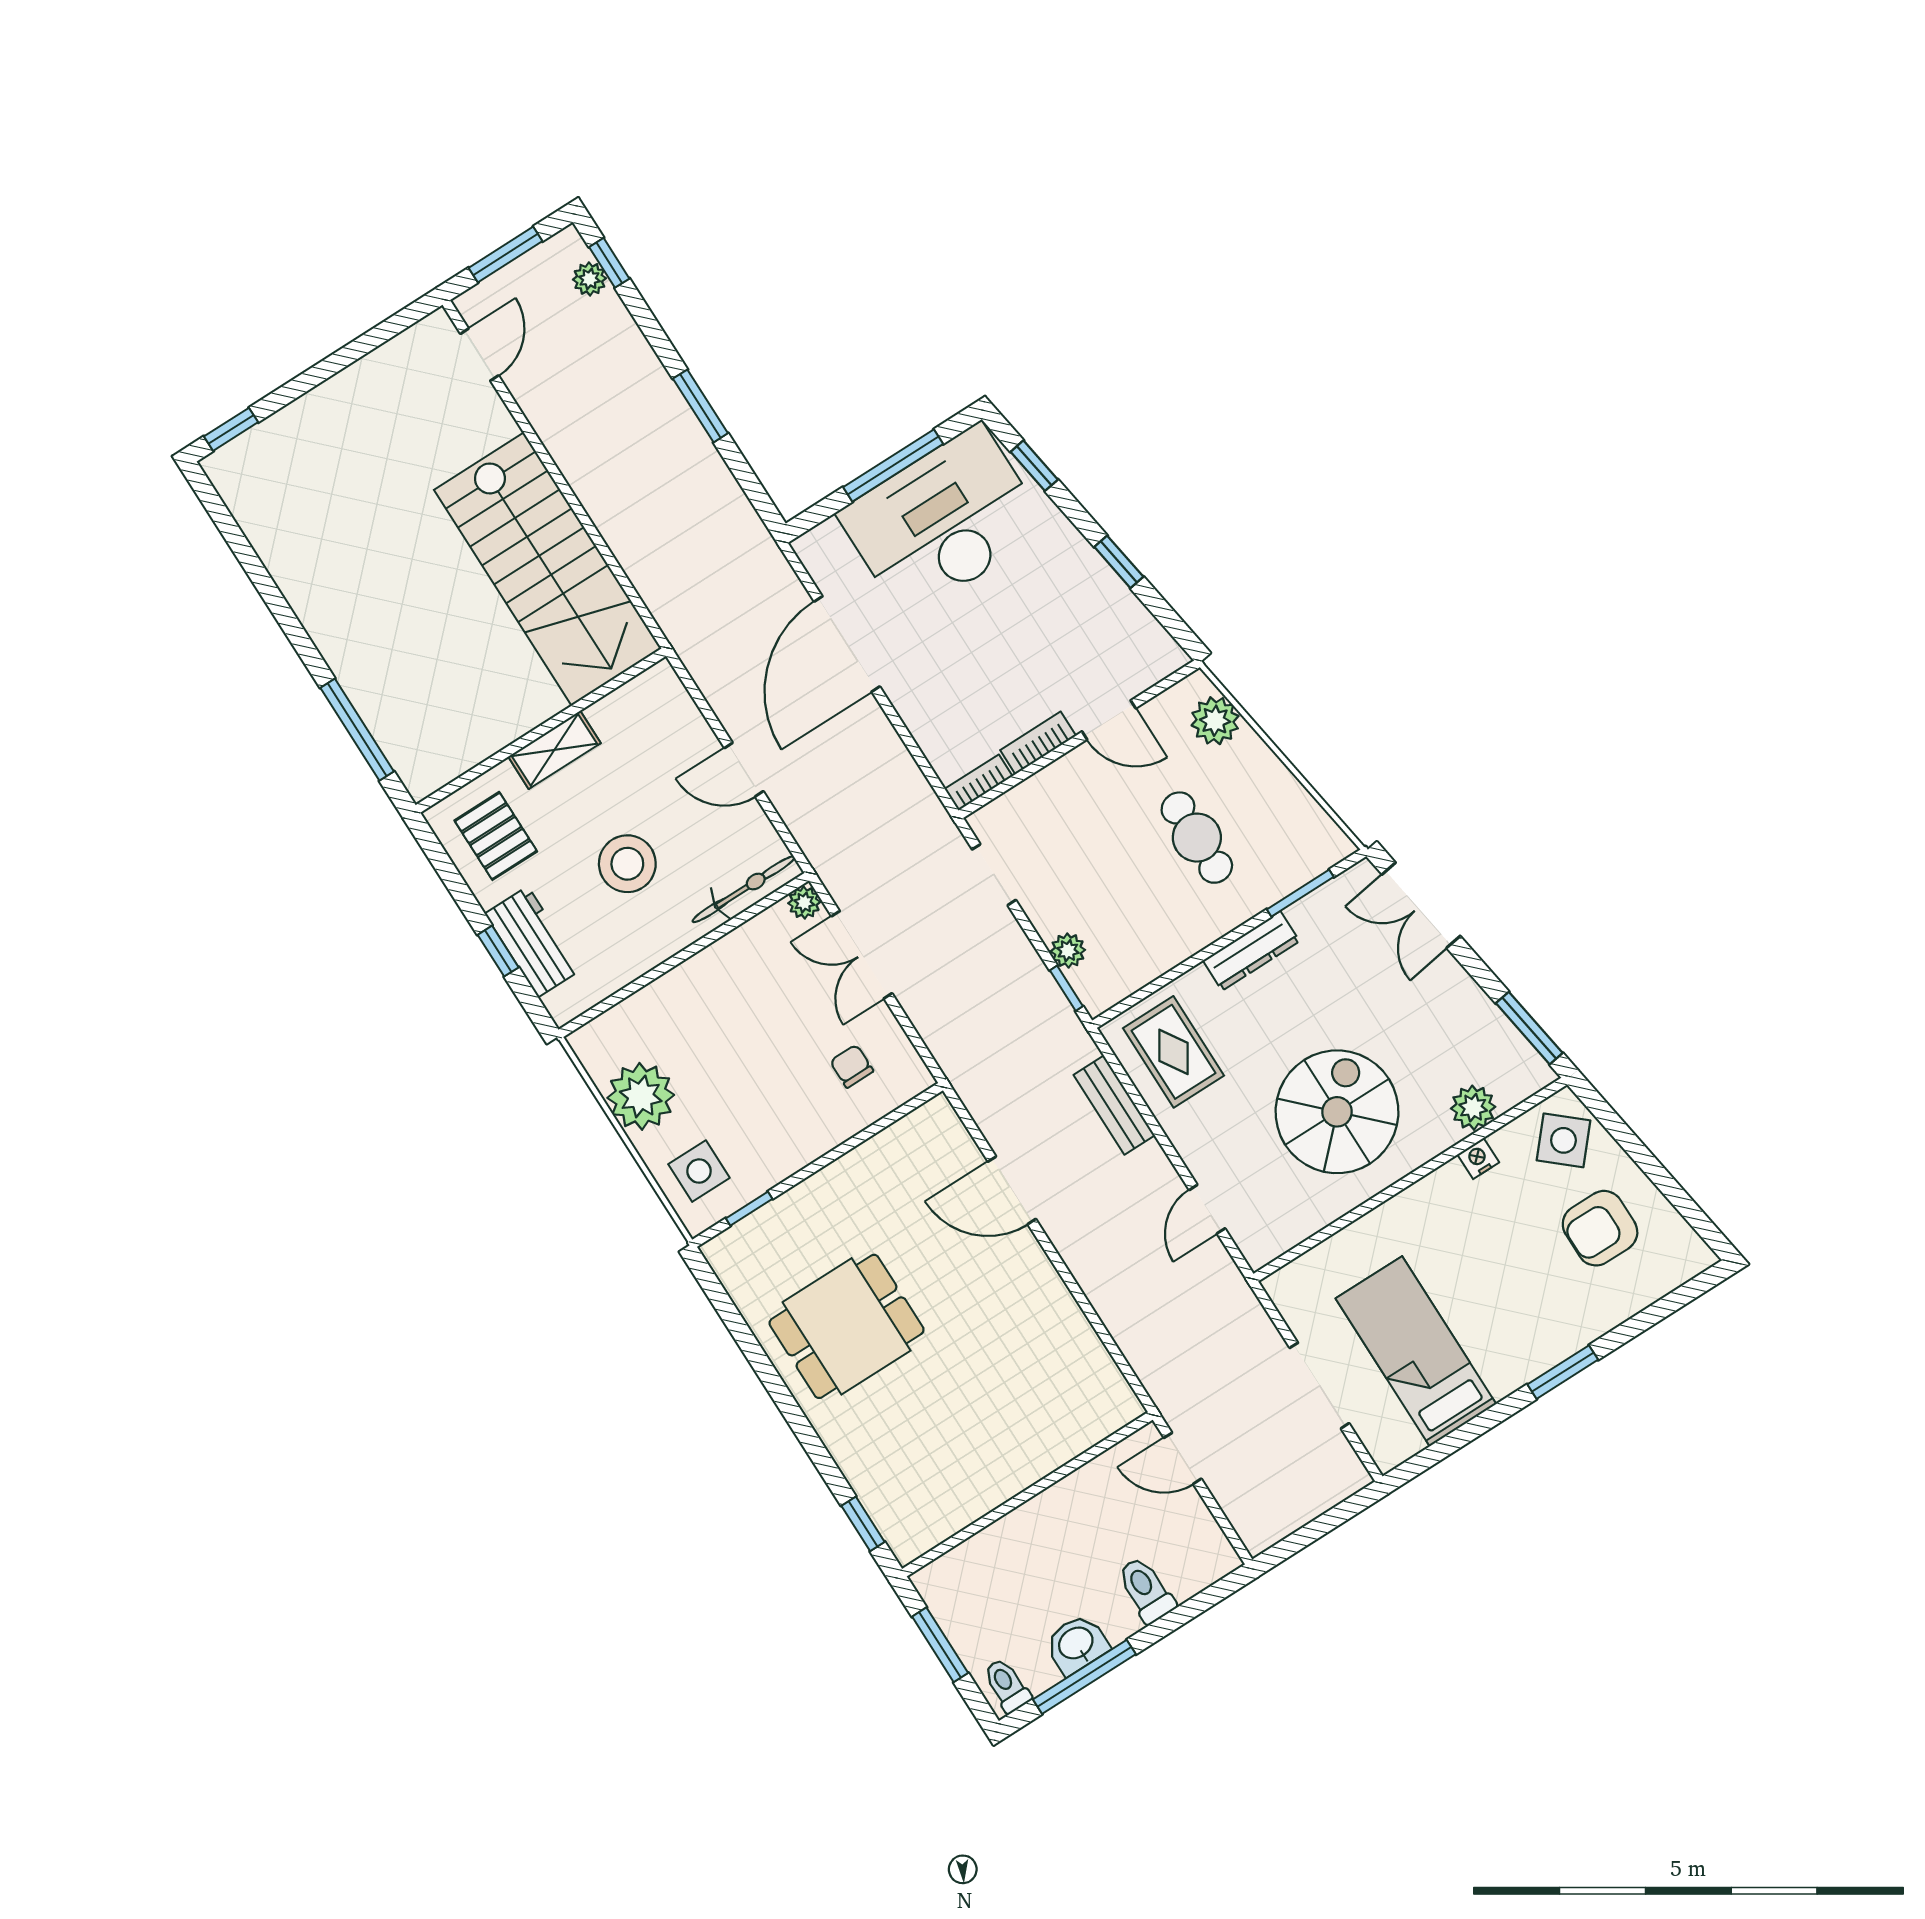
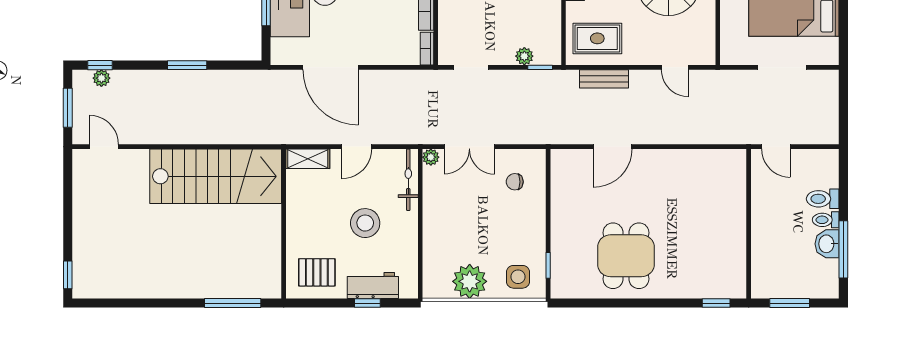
shelving: (554, 750) -> (308, 159), moved, turned 90
door: (1183, 1458) -> (776, 147), hinge flipped
toilet: (1007, 1685) -> (826, 220), moved

